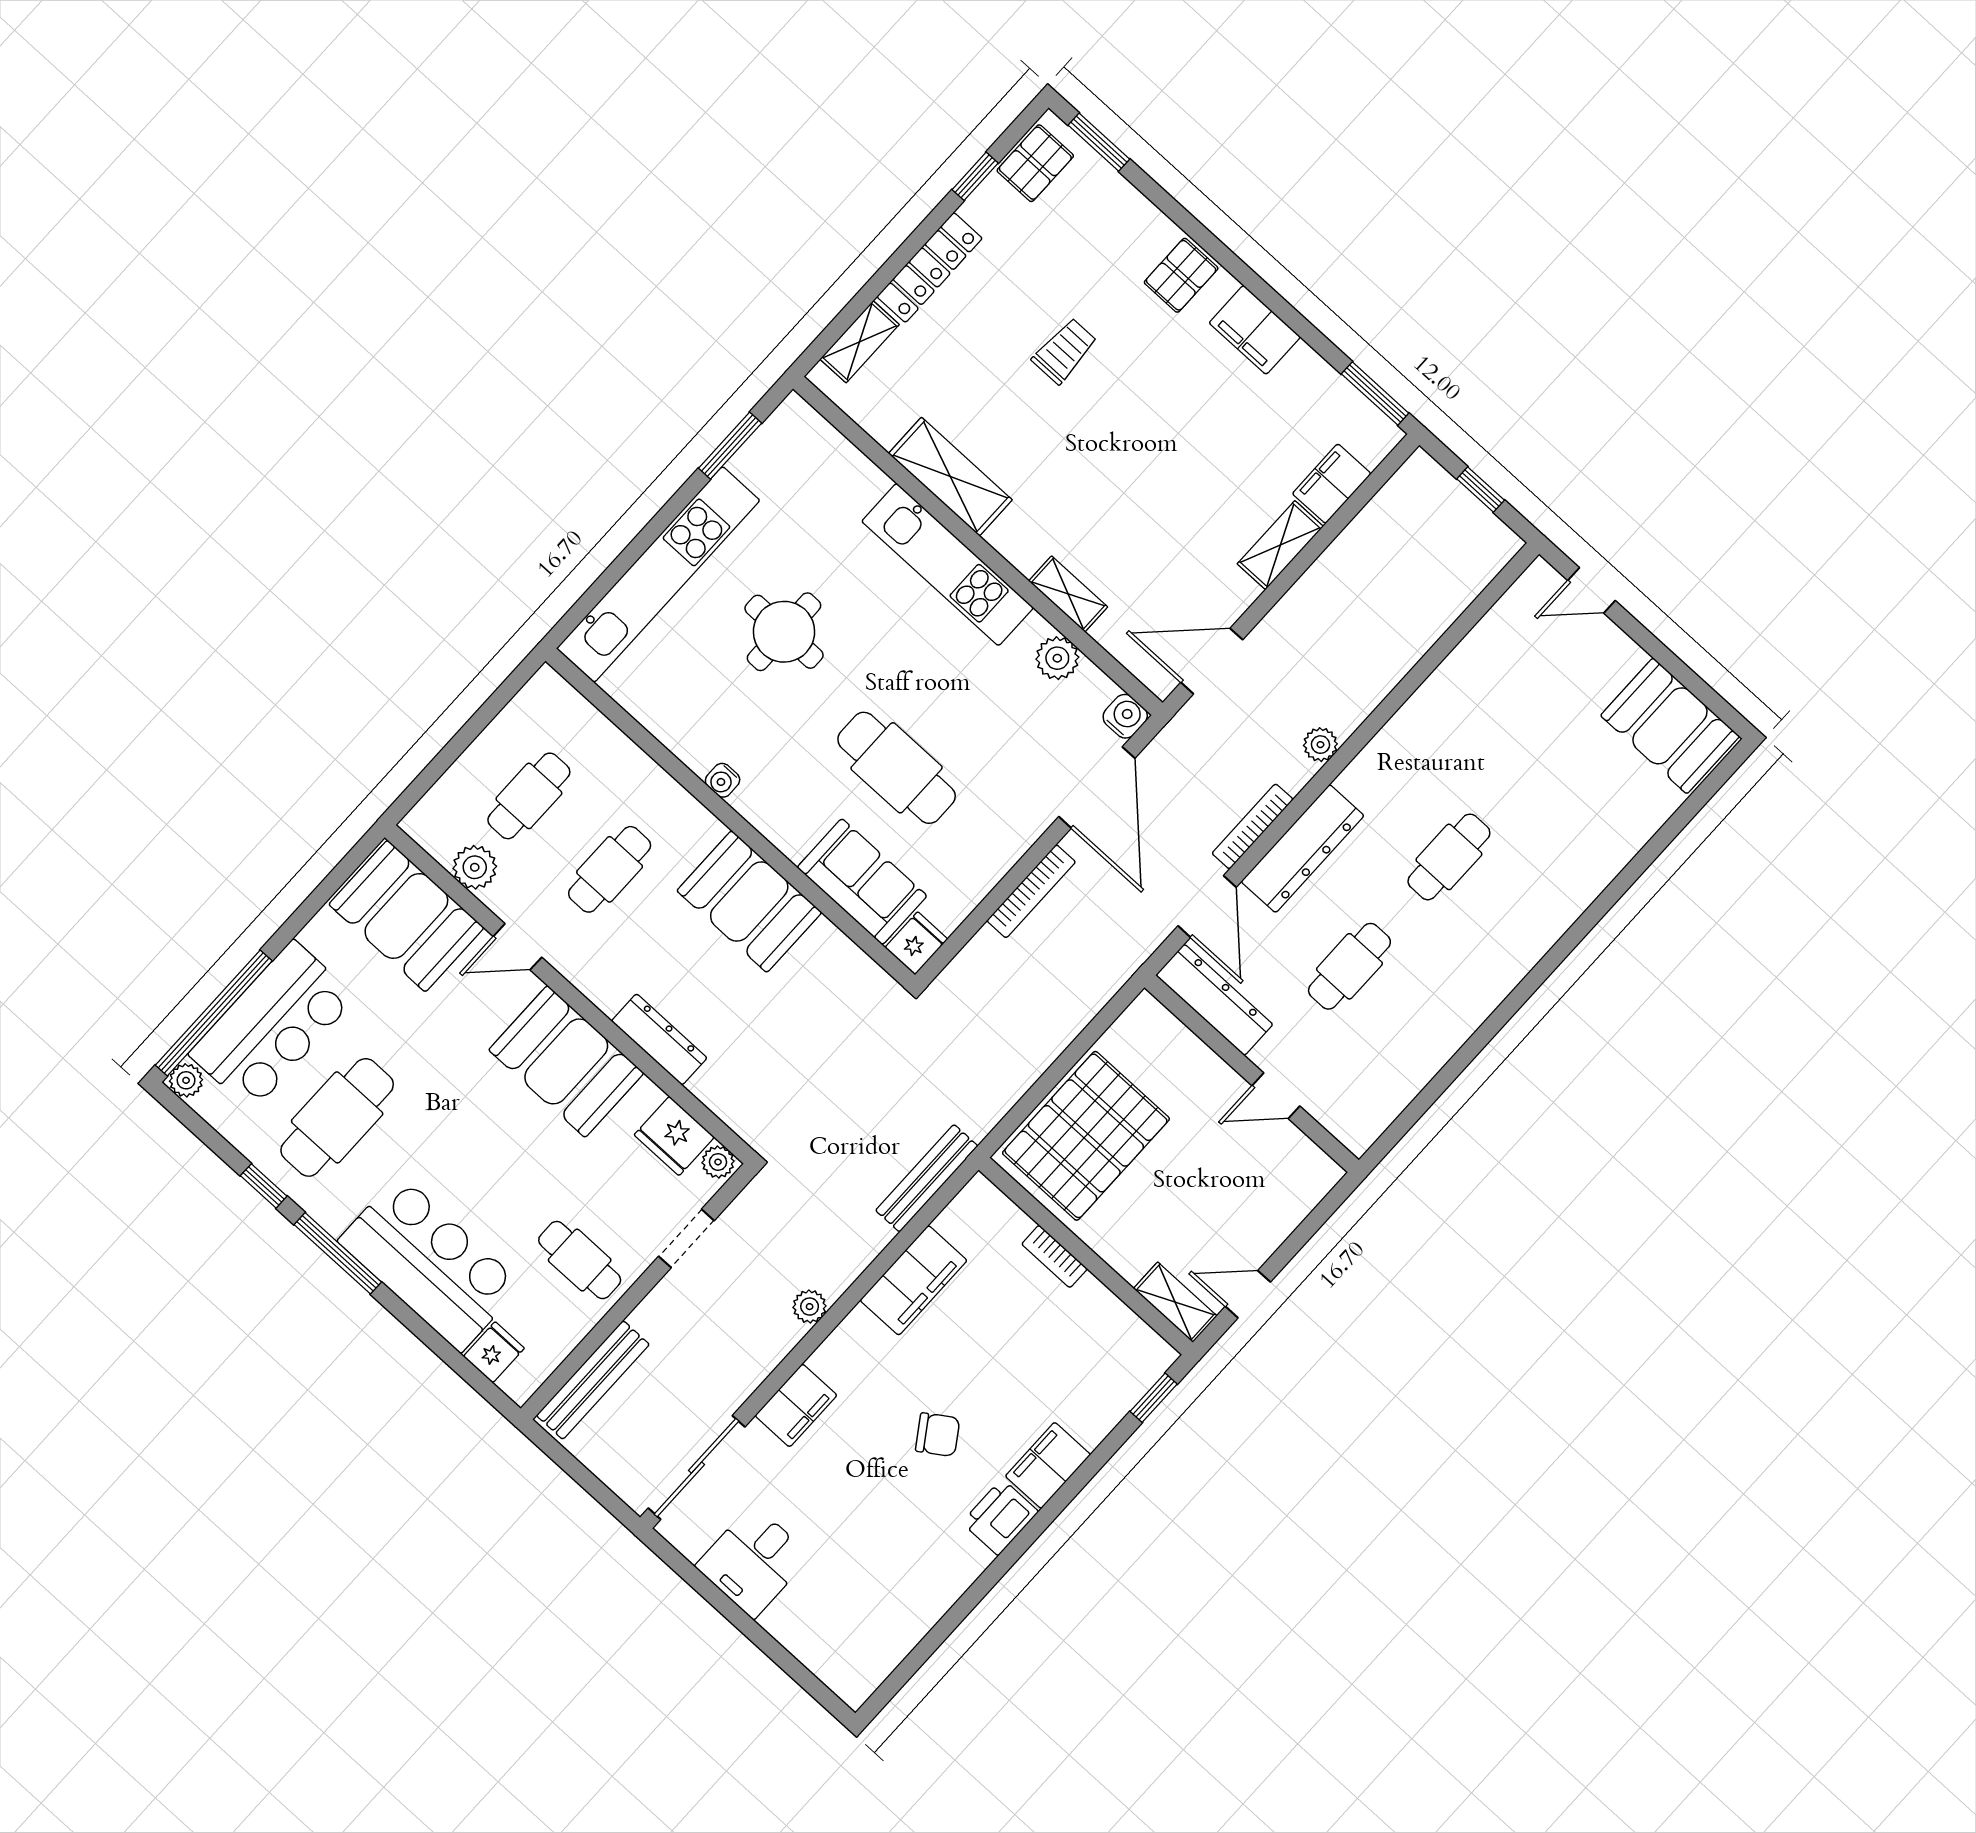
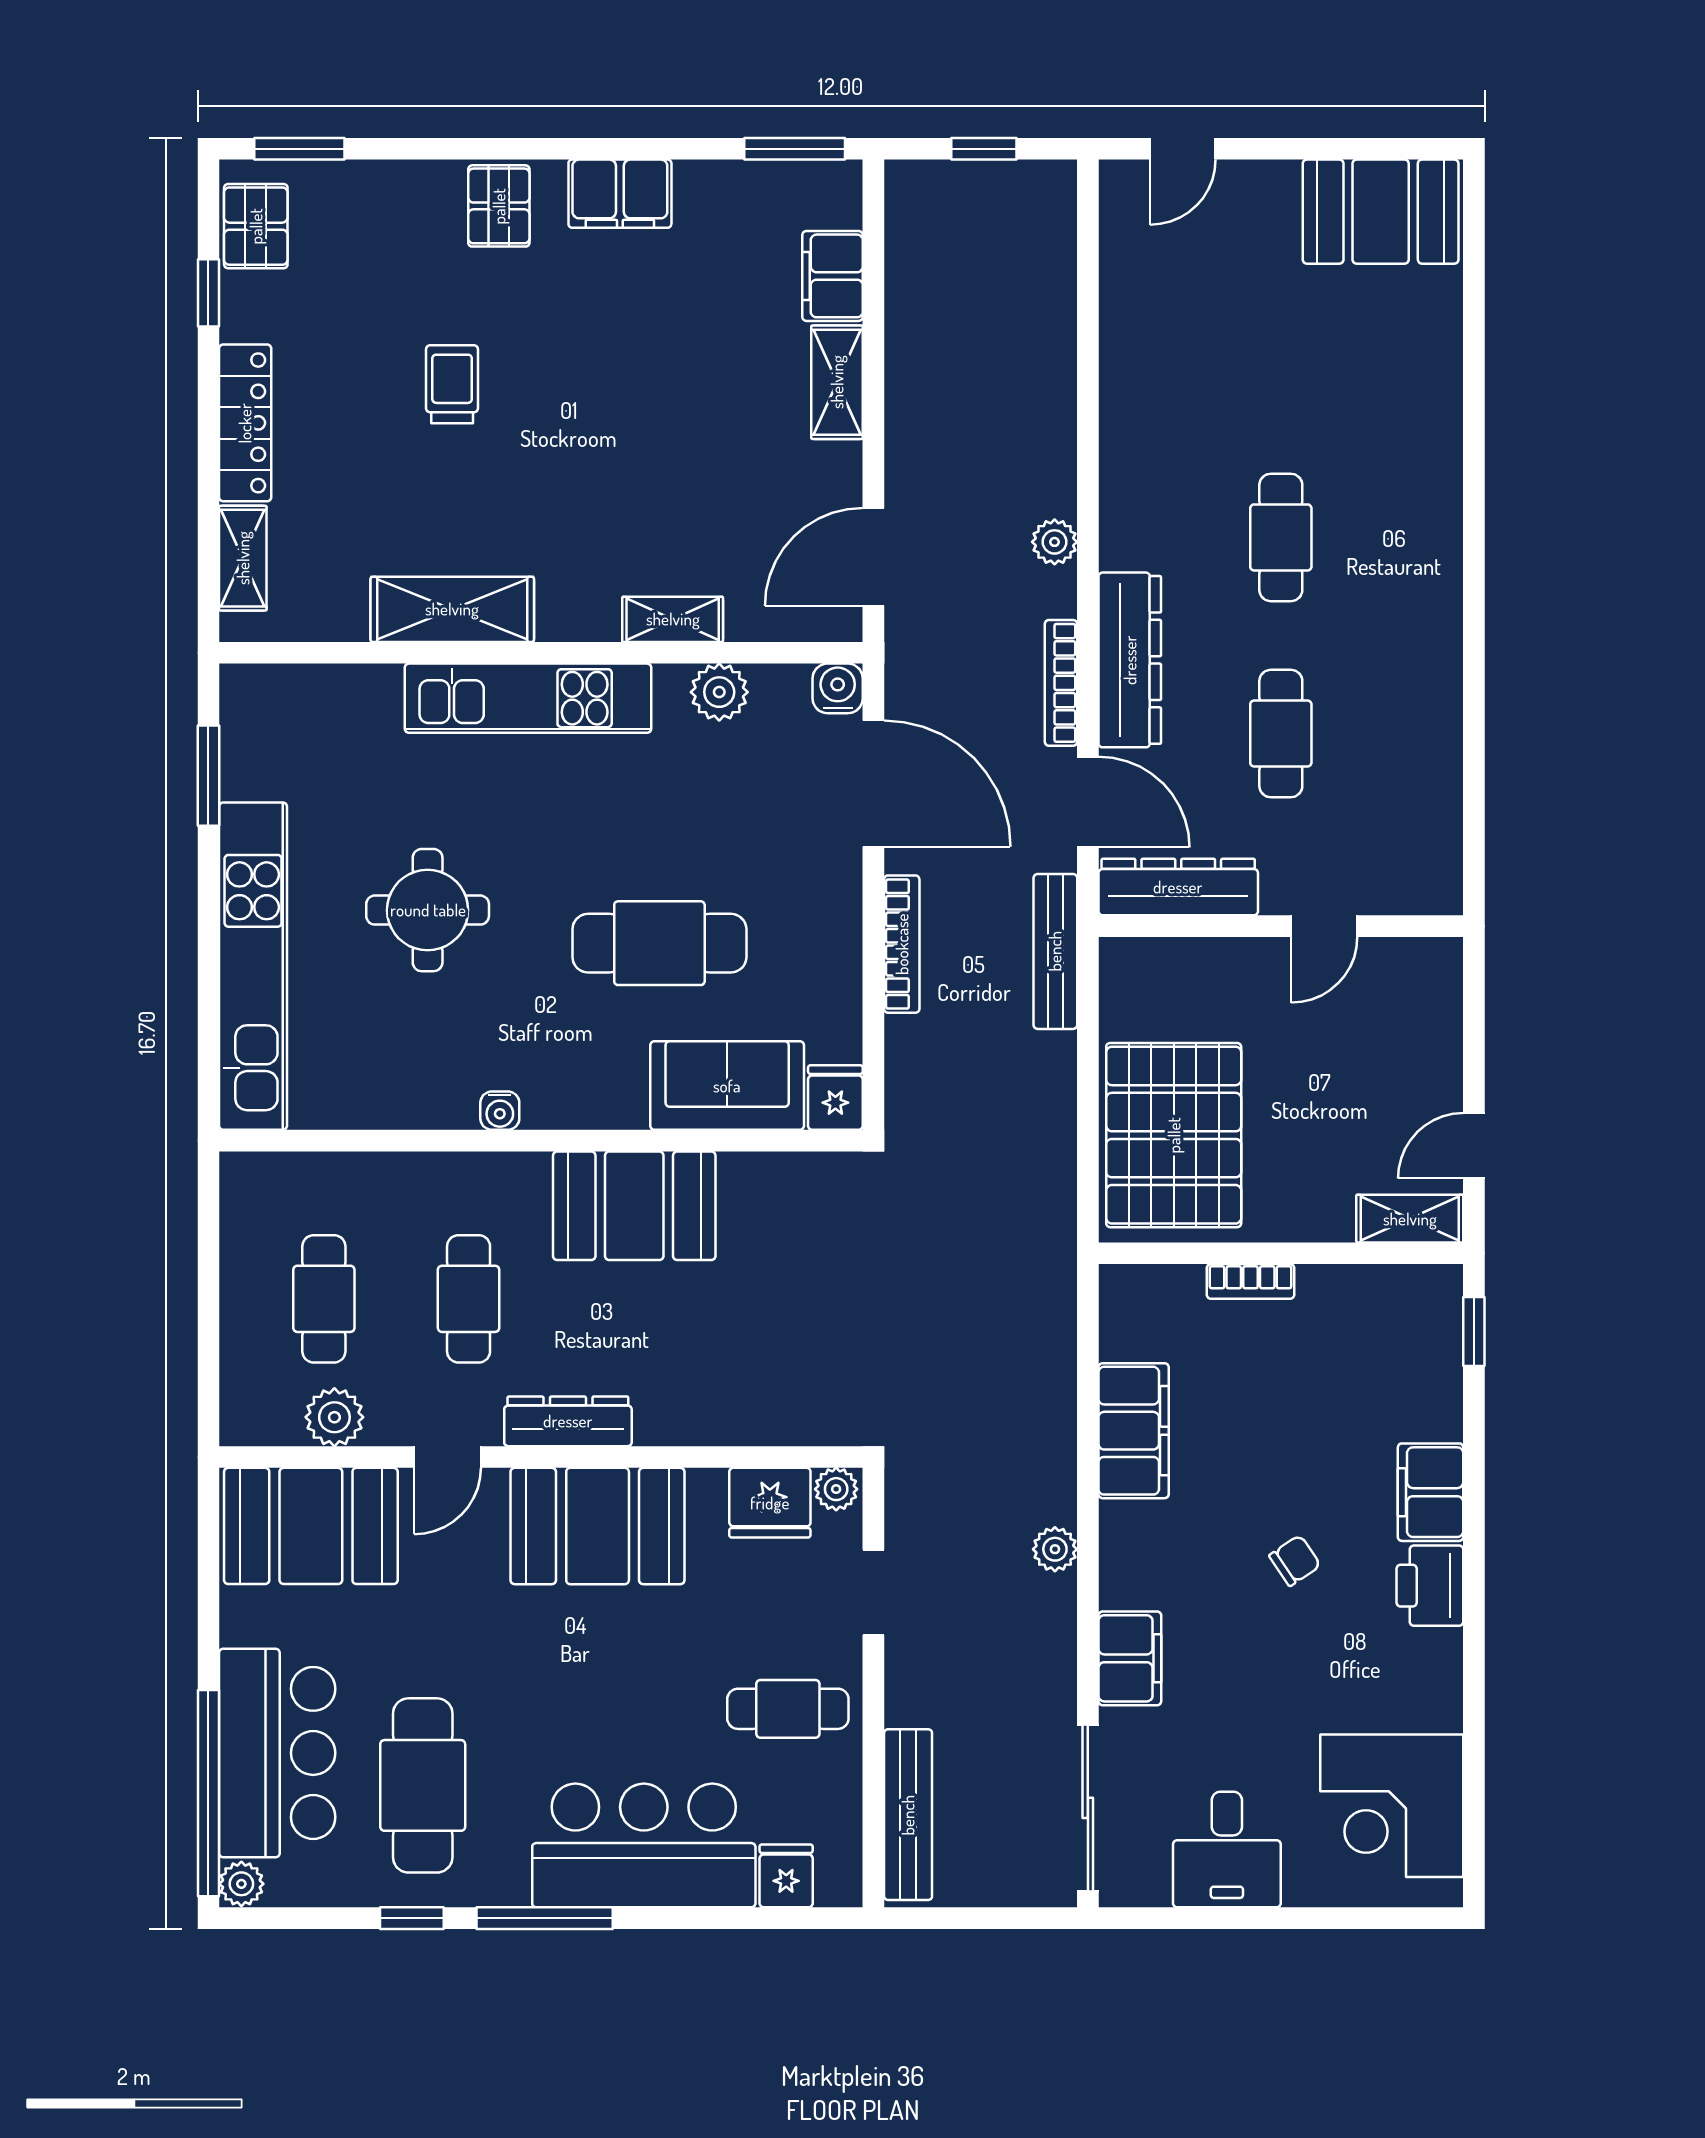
dresser: (659, 1039) -> (568, 1421), moved
bench: (927, 1178) -> (1055, 951), moved
chair: (938, 1435) -> (1295, 1560), width x0.73, depth x0.73
corner desk: (867, 1621) -> (1392, 1806), added

